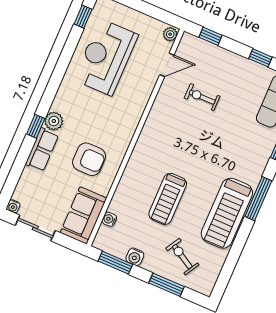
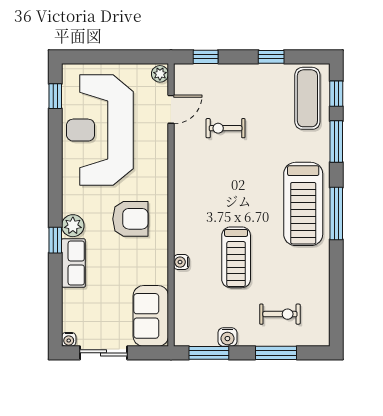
reception desk: (106, 57) -> (100, 130), width x1.36, depth x1.30
armchair: (89, 159) -> (130, 219), moved
treadmill: (227, 213) -> (303, 204), moved
water cooler: (109, 219) -> (181, 262), moved
exercise bike: (182, 257) -> (280, 314), turned 150

